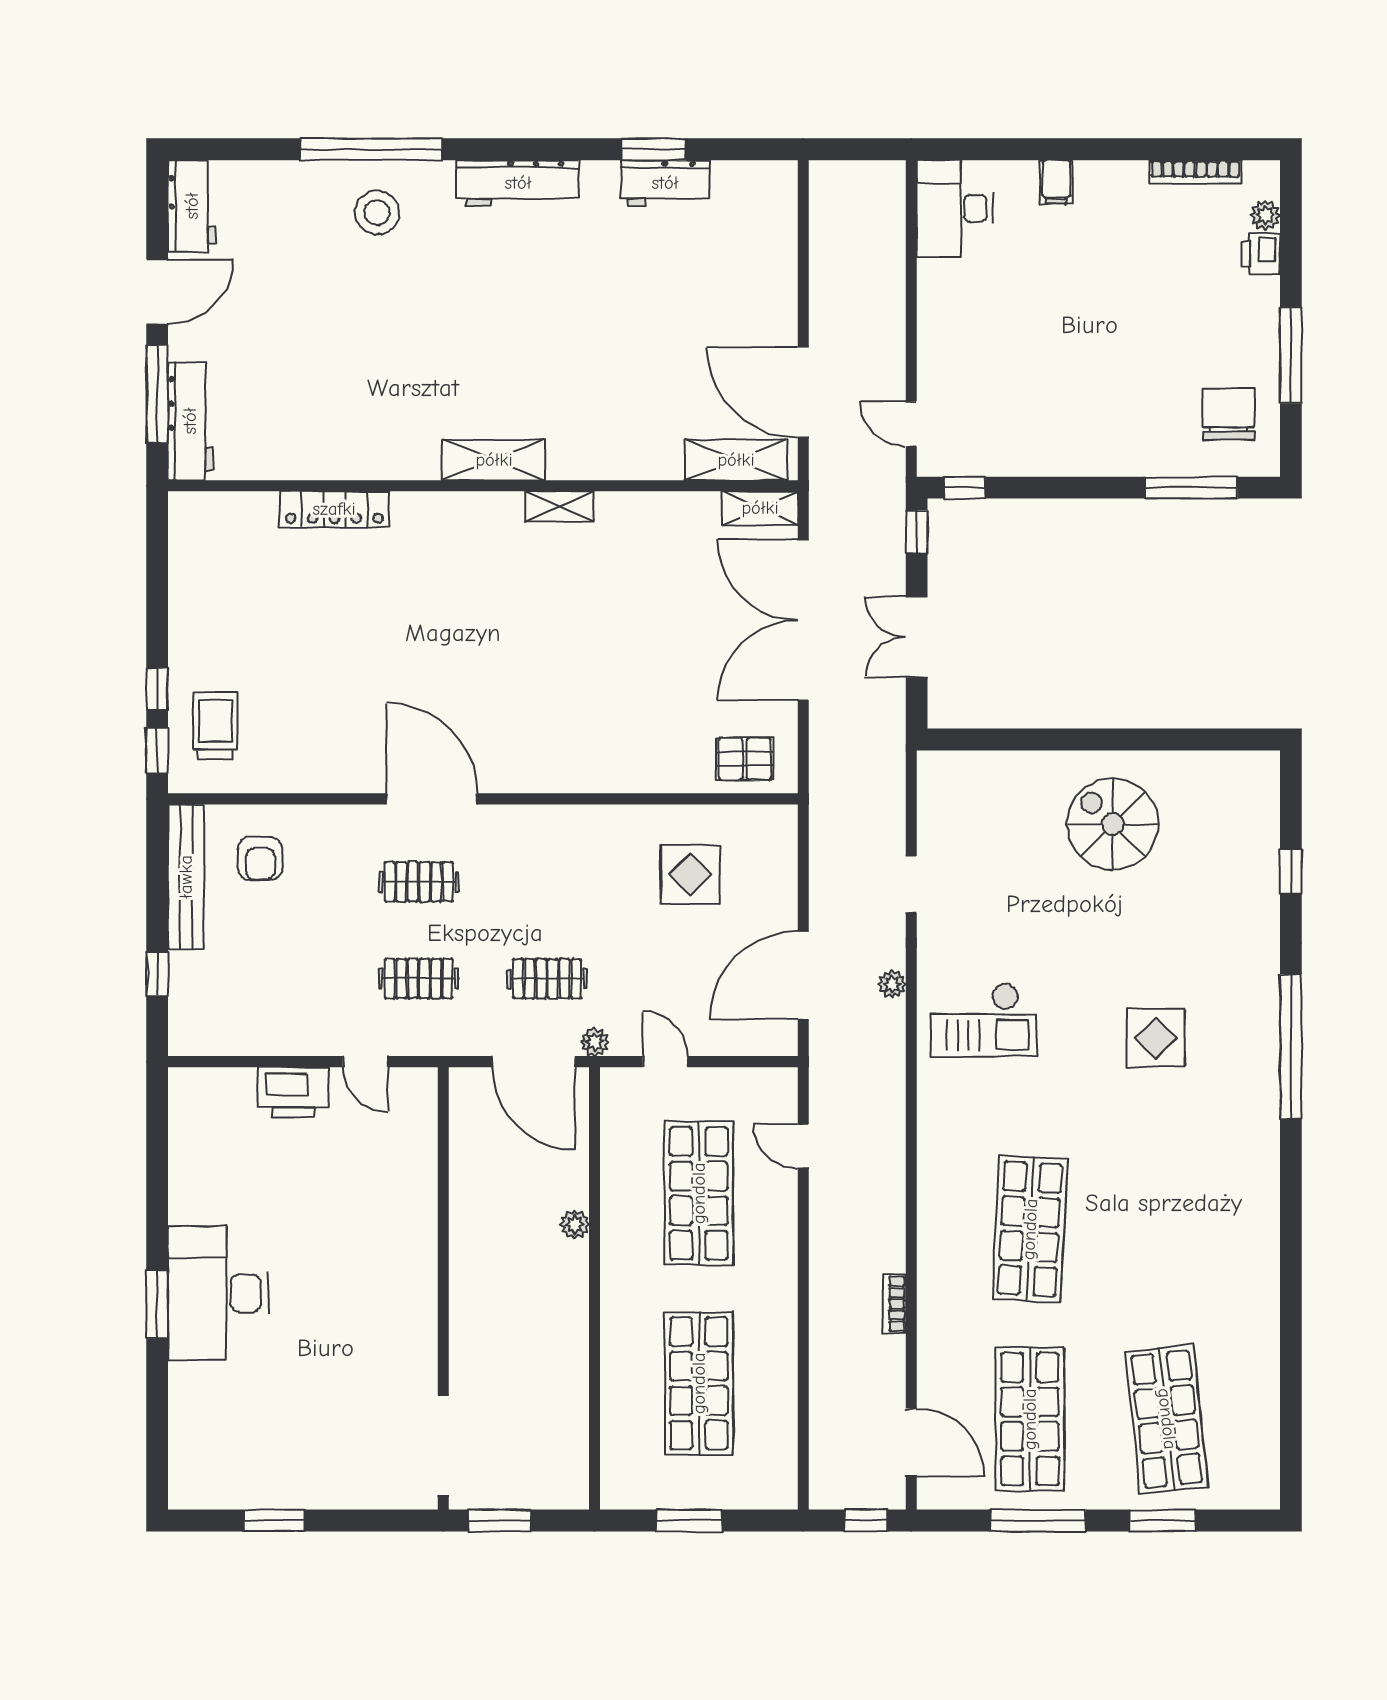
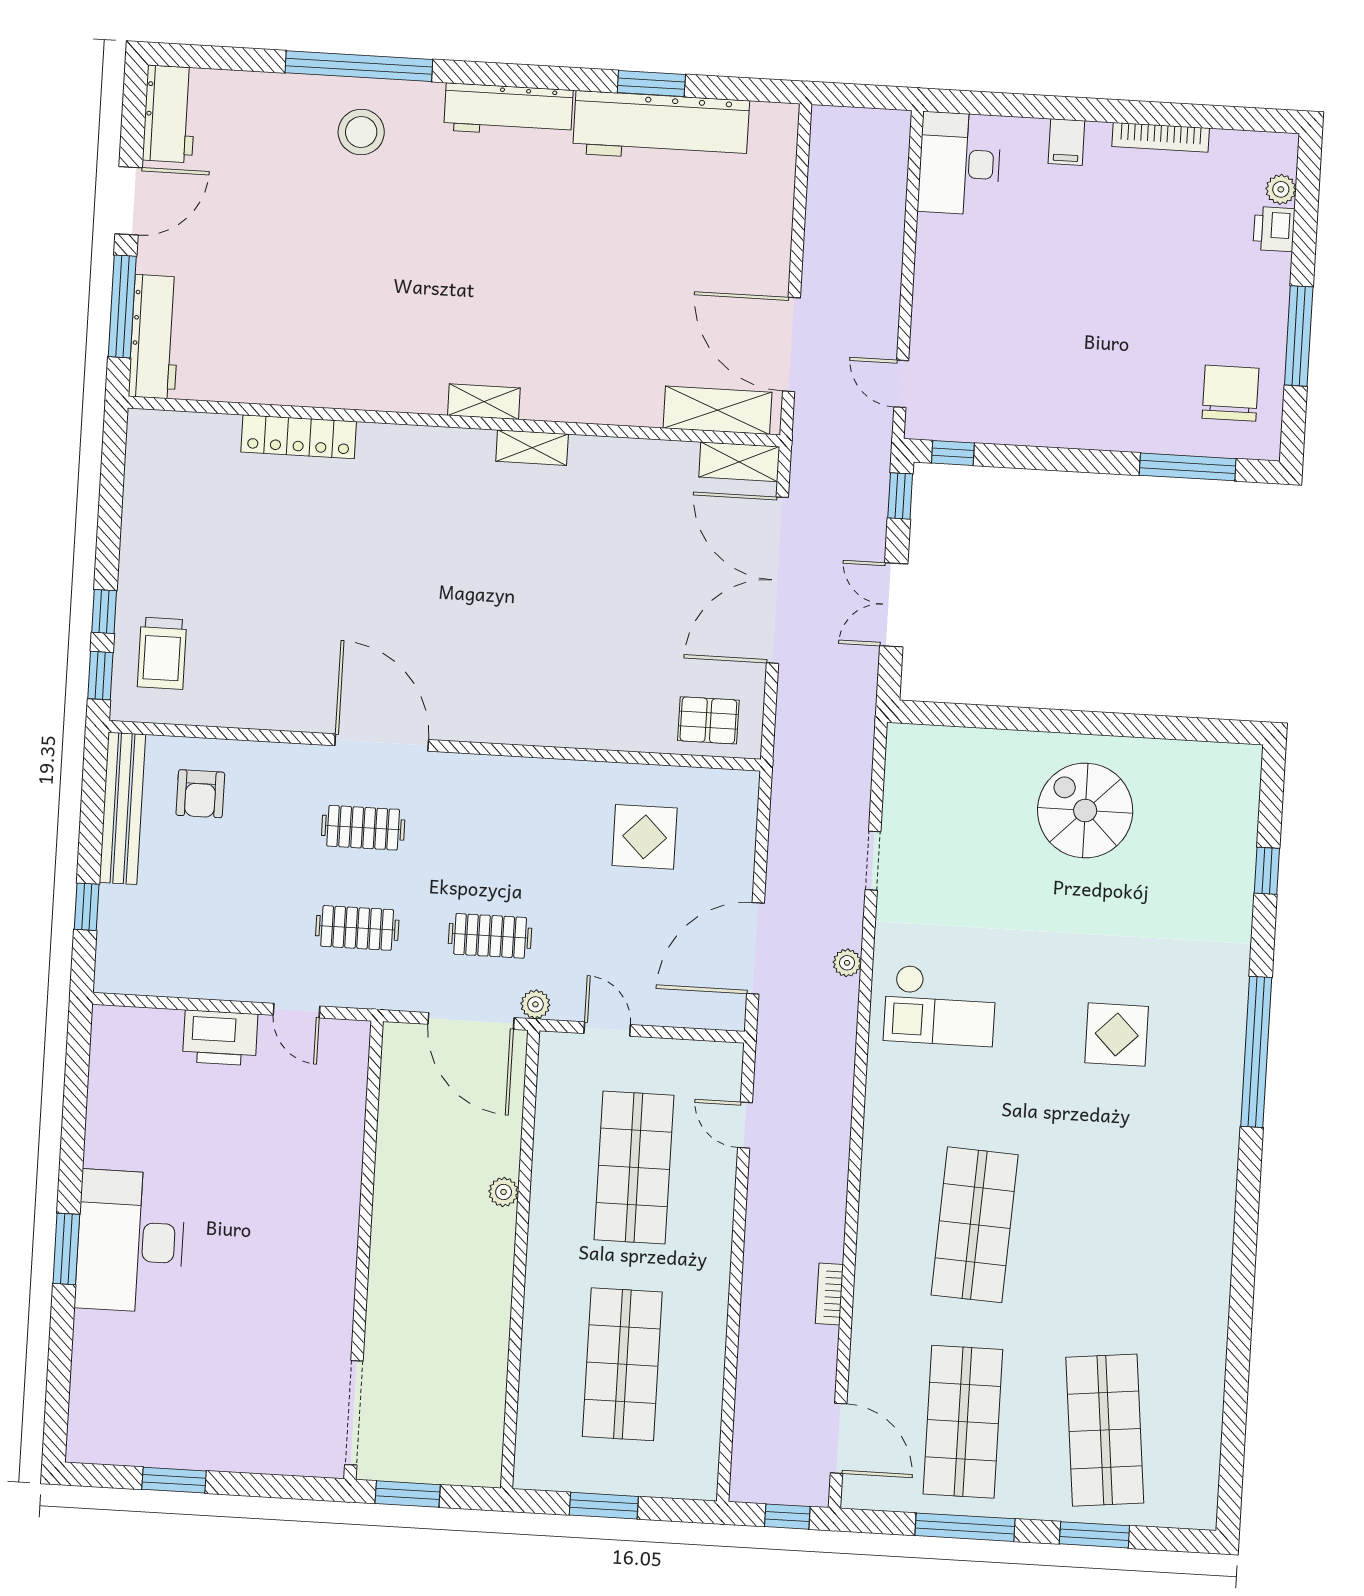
bookcase: (1195, 172) -> (1161, 137), moved
workbench: (665, 183) -> (661, 127), width x1.88, depth x1.32
shelving: (494, 460) -> (484, 402), width x0.67, depth x0.75
trolley: (215, 725) -> (162, 653), turned 180

